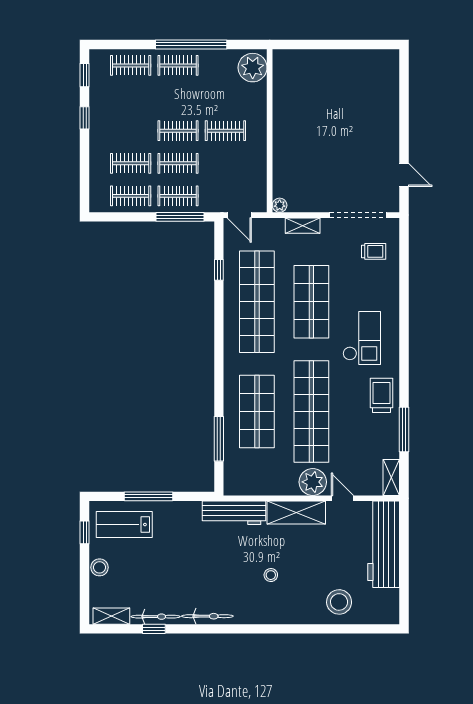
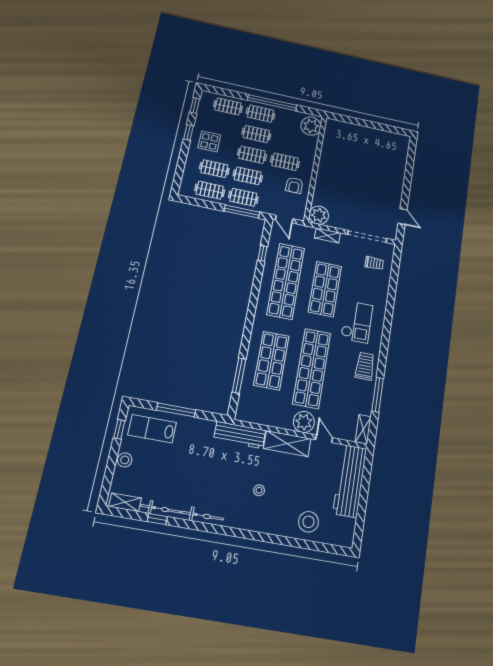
clothes rail: (178, 98) -> (256, 134), added
display table: (116, 125) -> (209, 141), added
armchair: (244, 163) -> (294, 185), added
plant: (280, 205) -> (319, 215), width x1.88, depth x1.88

